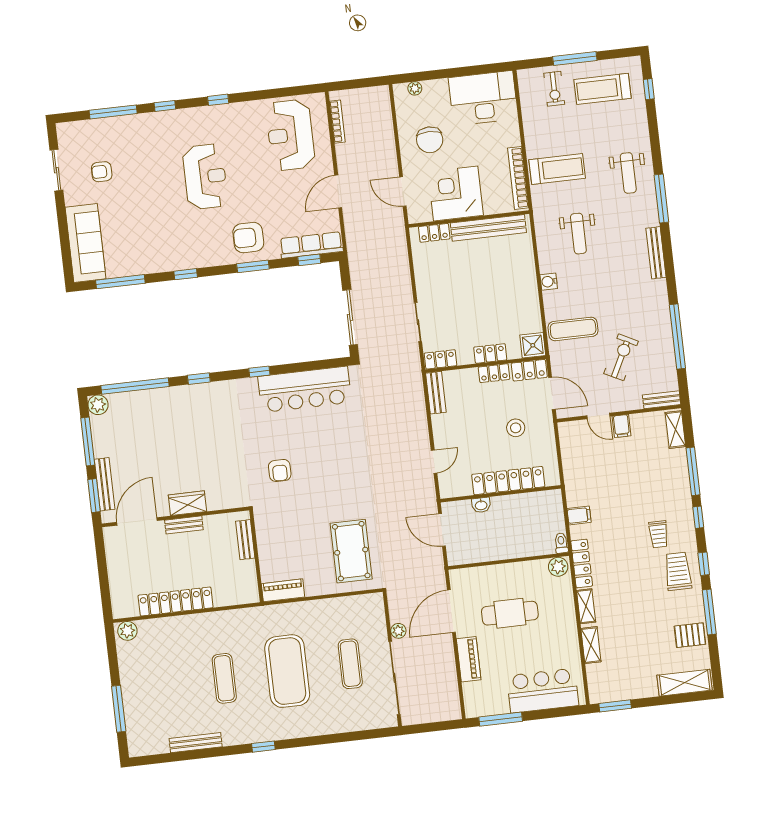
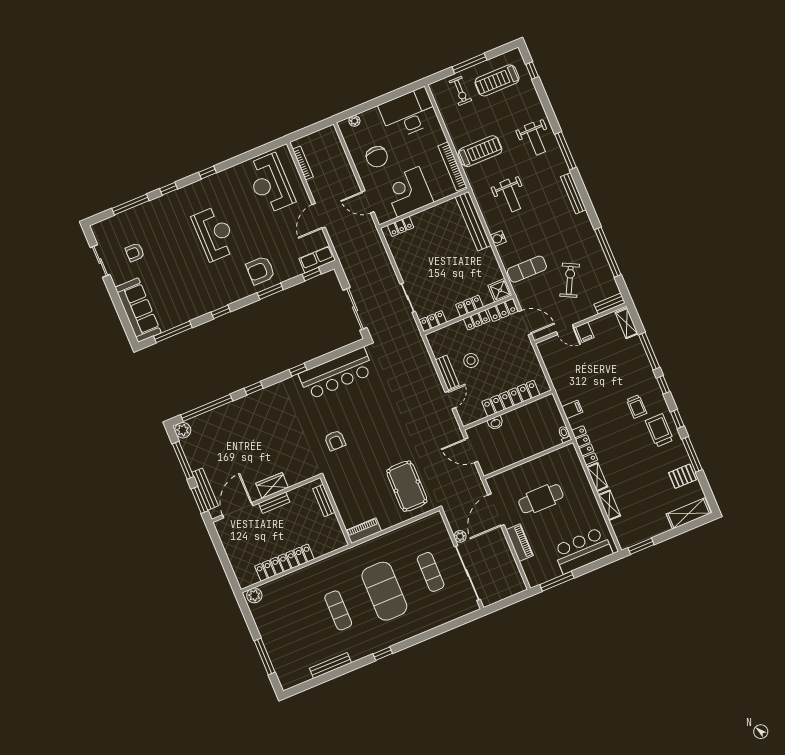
bench: (488, 228) -> (473, 221), moved, turned 90
row of seats: (311, 245) -> (317, 259), width x0.68
bench: (436, 393) -> (447, 372), moved
stool: (516, 428) -> (471, 361), moved
plant: (558, 567) -> (567, 453), removed

